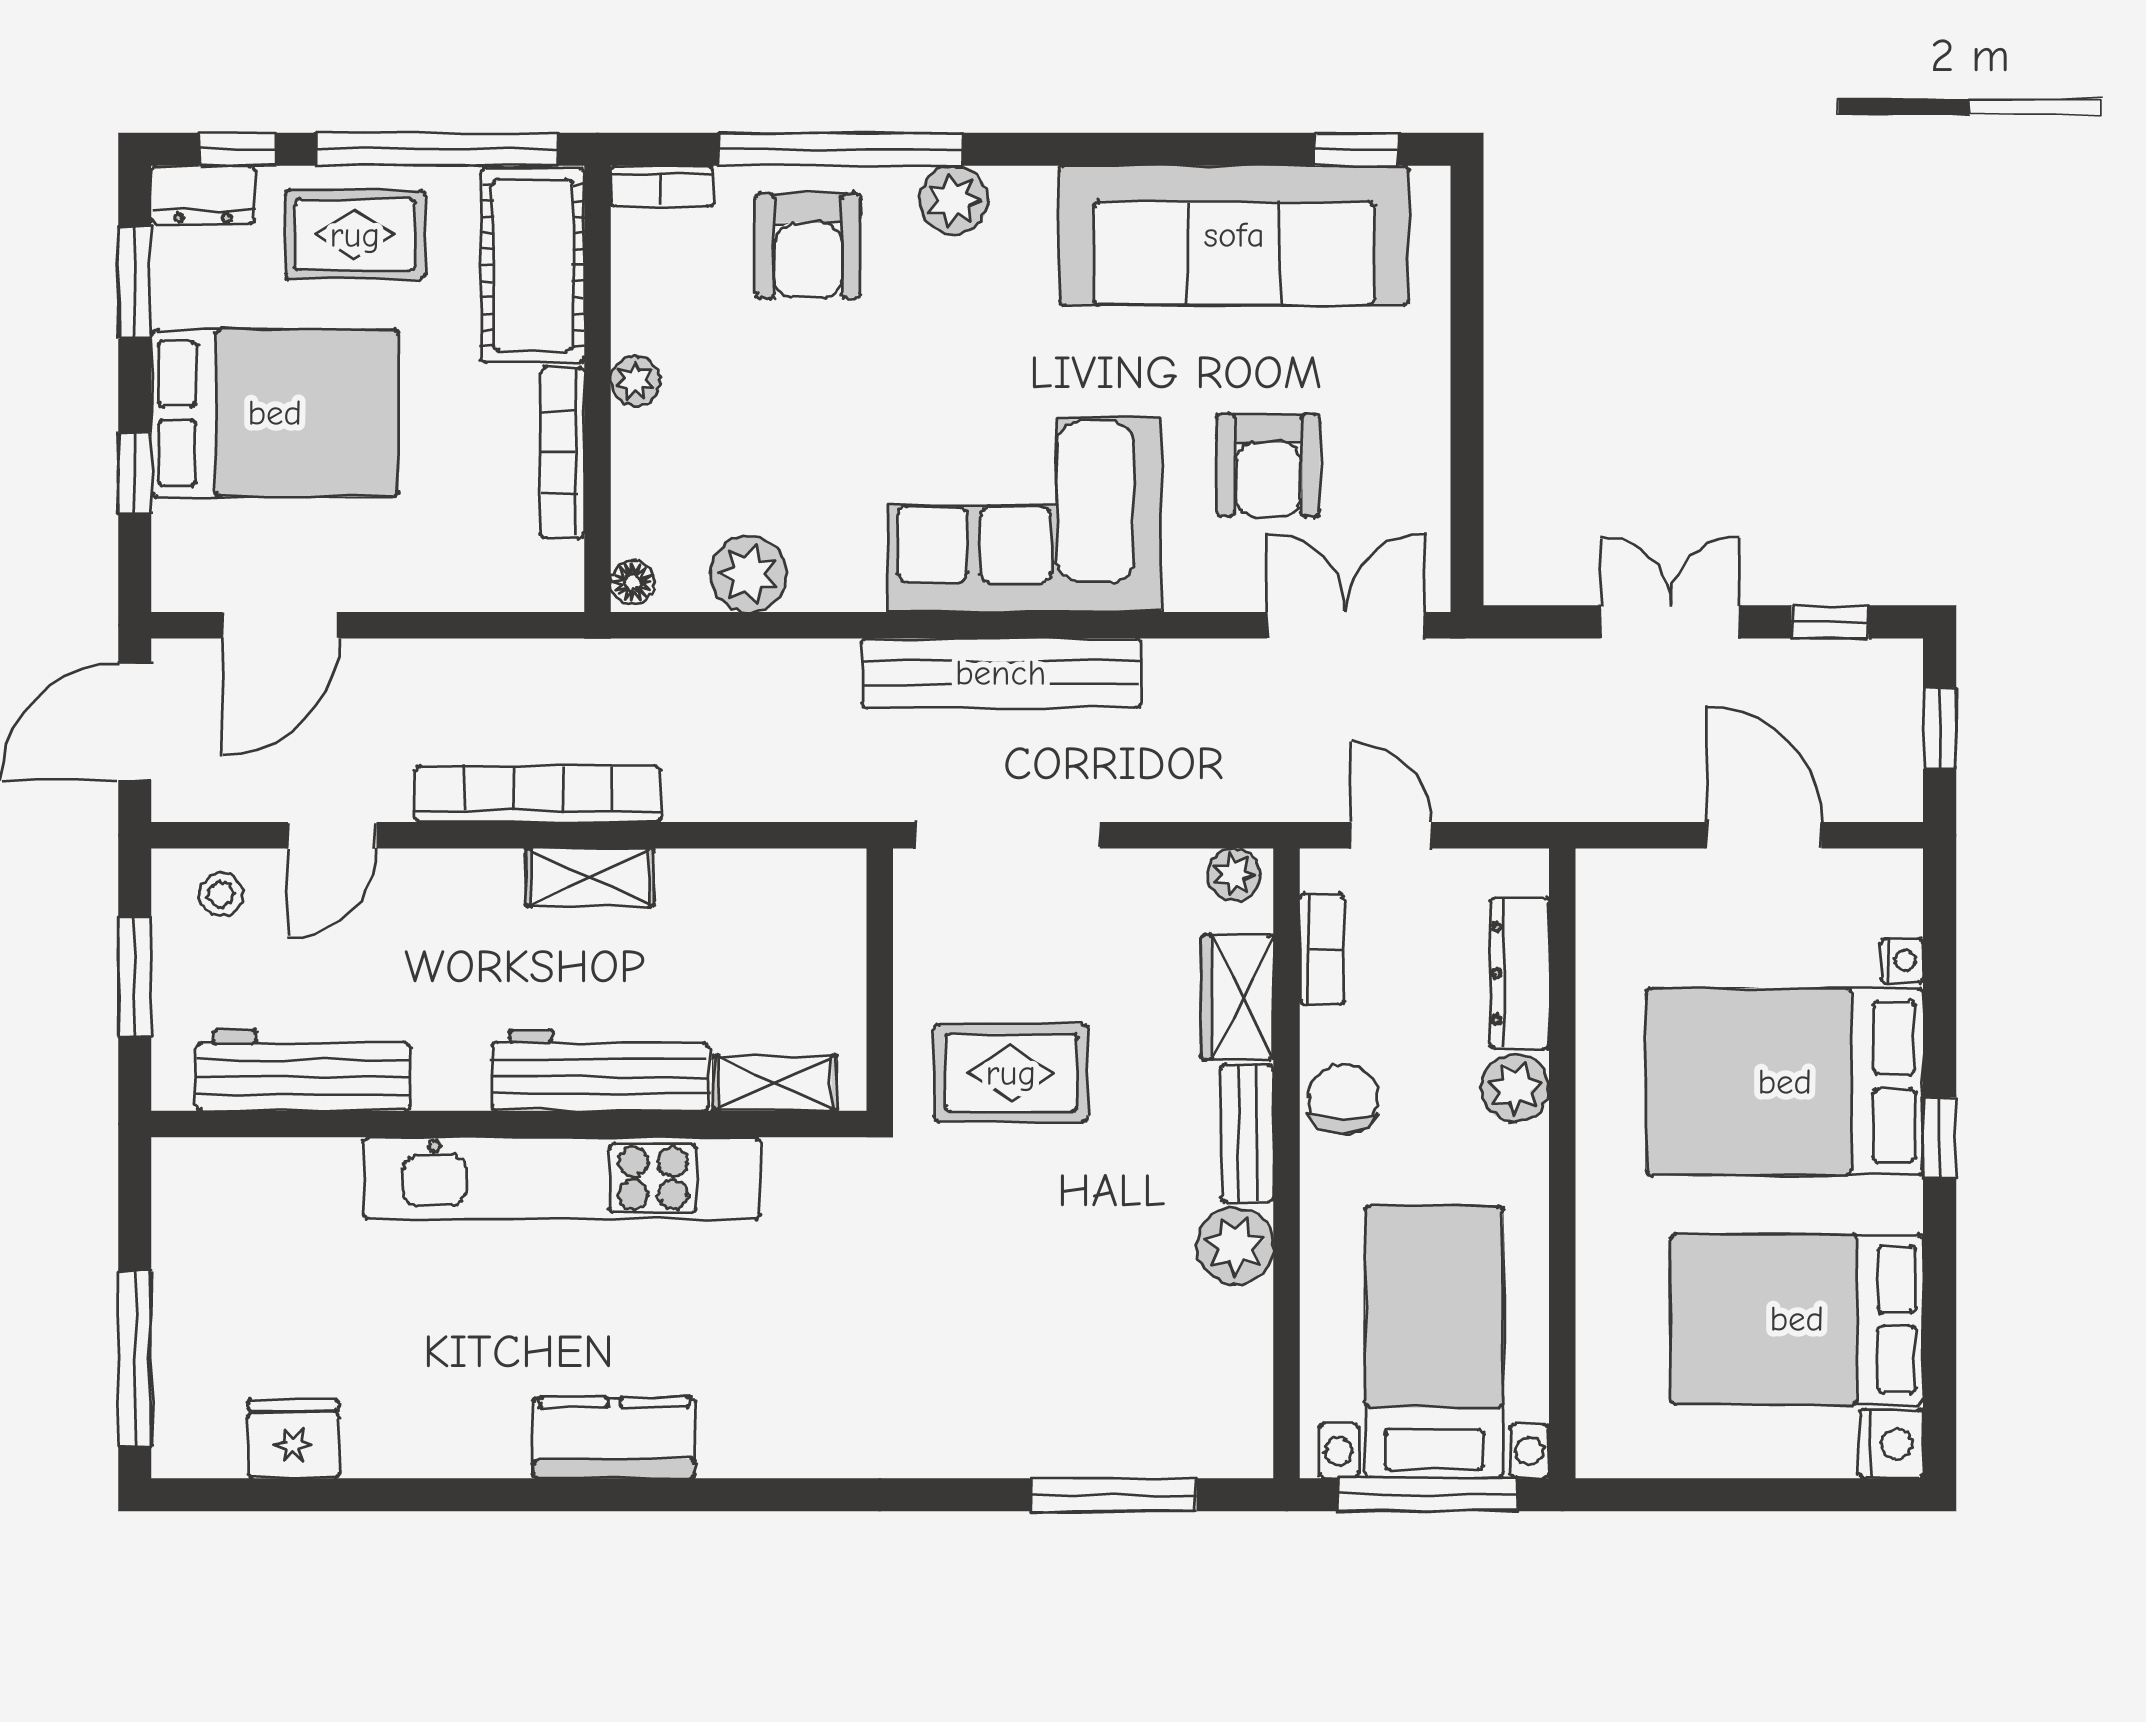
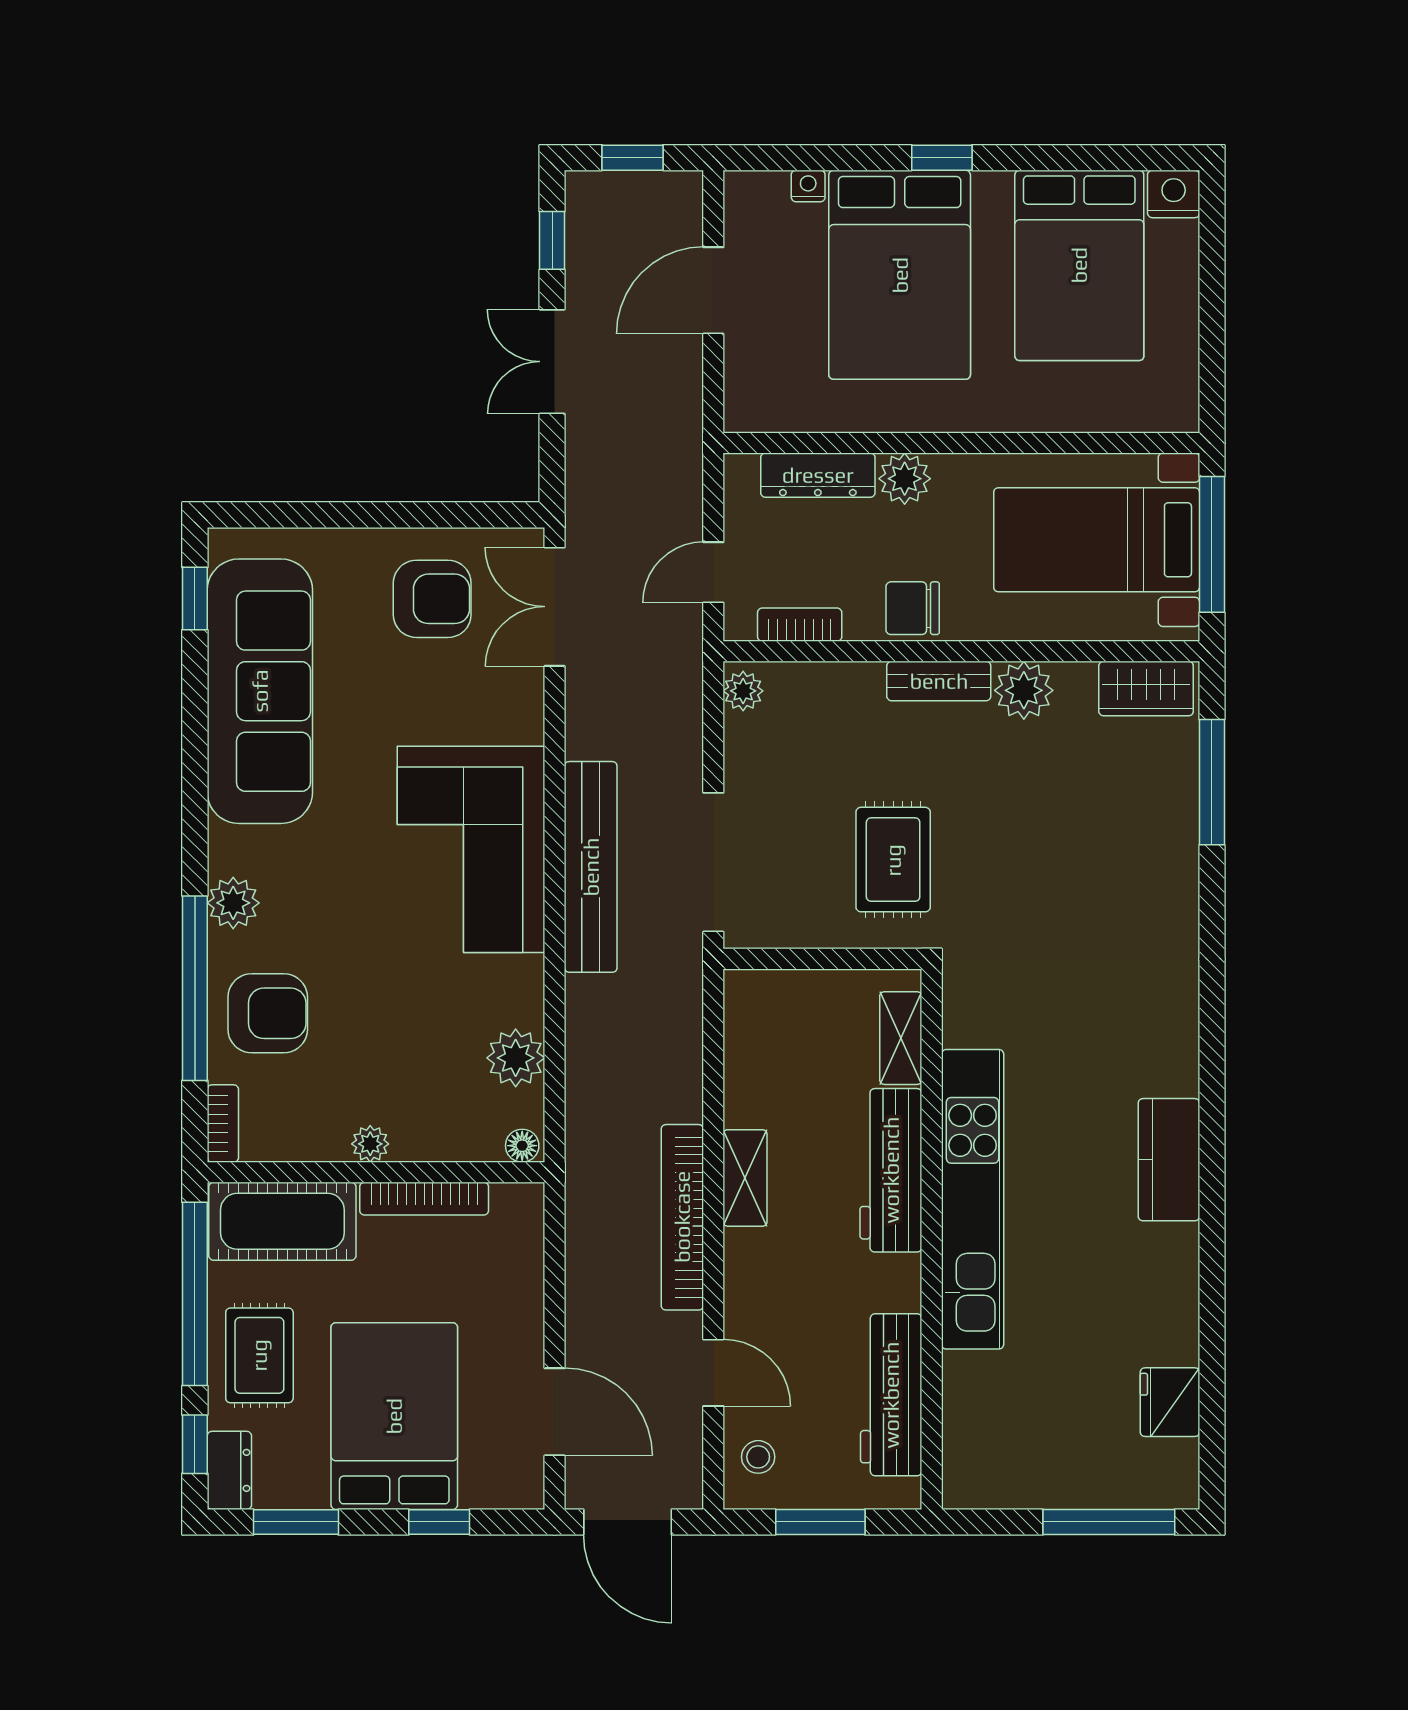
armchair: (1268, 465) -> (432, 599), moved
wardrobe: (1237, 997) -> (1146, 689), moved

